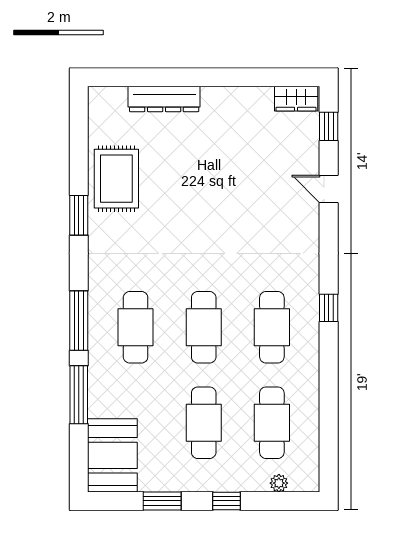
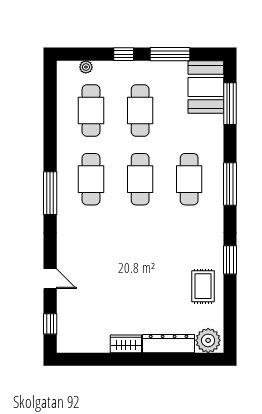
wardrobe: (296, 99) -> (126, 344), moved
plant: (109, 103) -> (208, 340), added
rug: (116, 179) -> (203, 286), width x0.73, depth x0.70
window: (329, 308) -> (50, 193), width x2.17
window: (79, 395) -> (230, 104), moved
window: (162, 501) -> (170, 54), width x1.44

